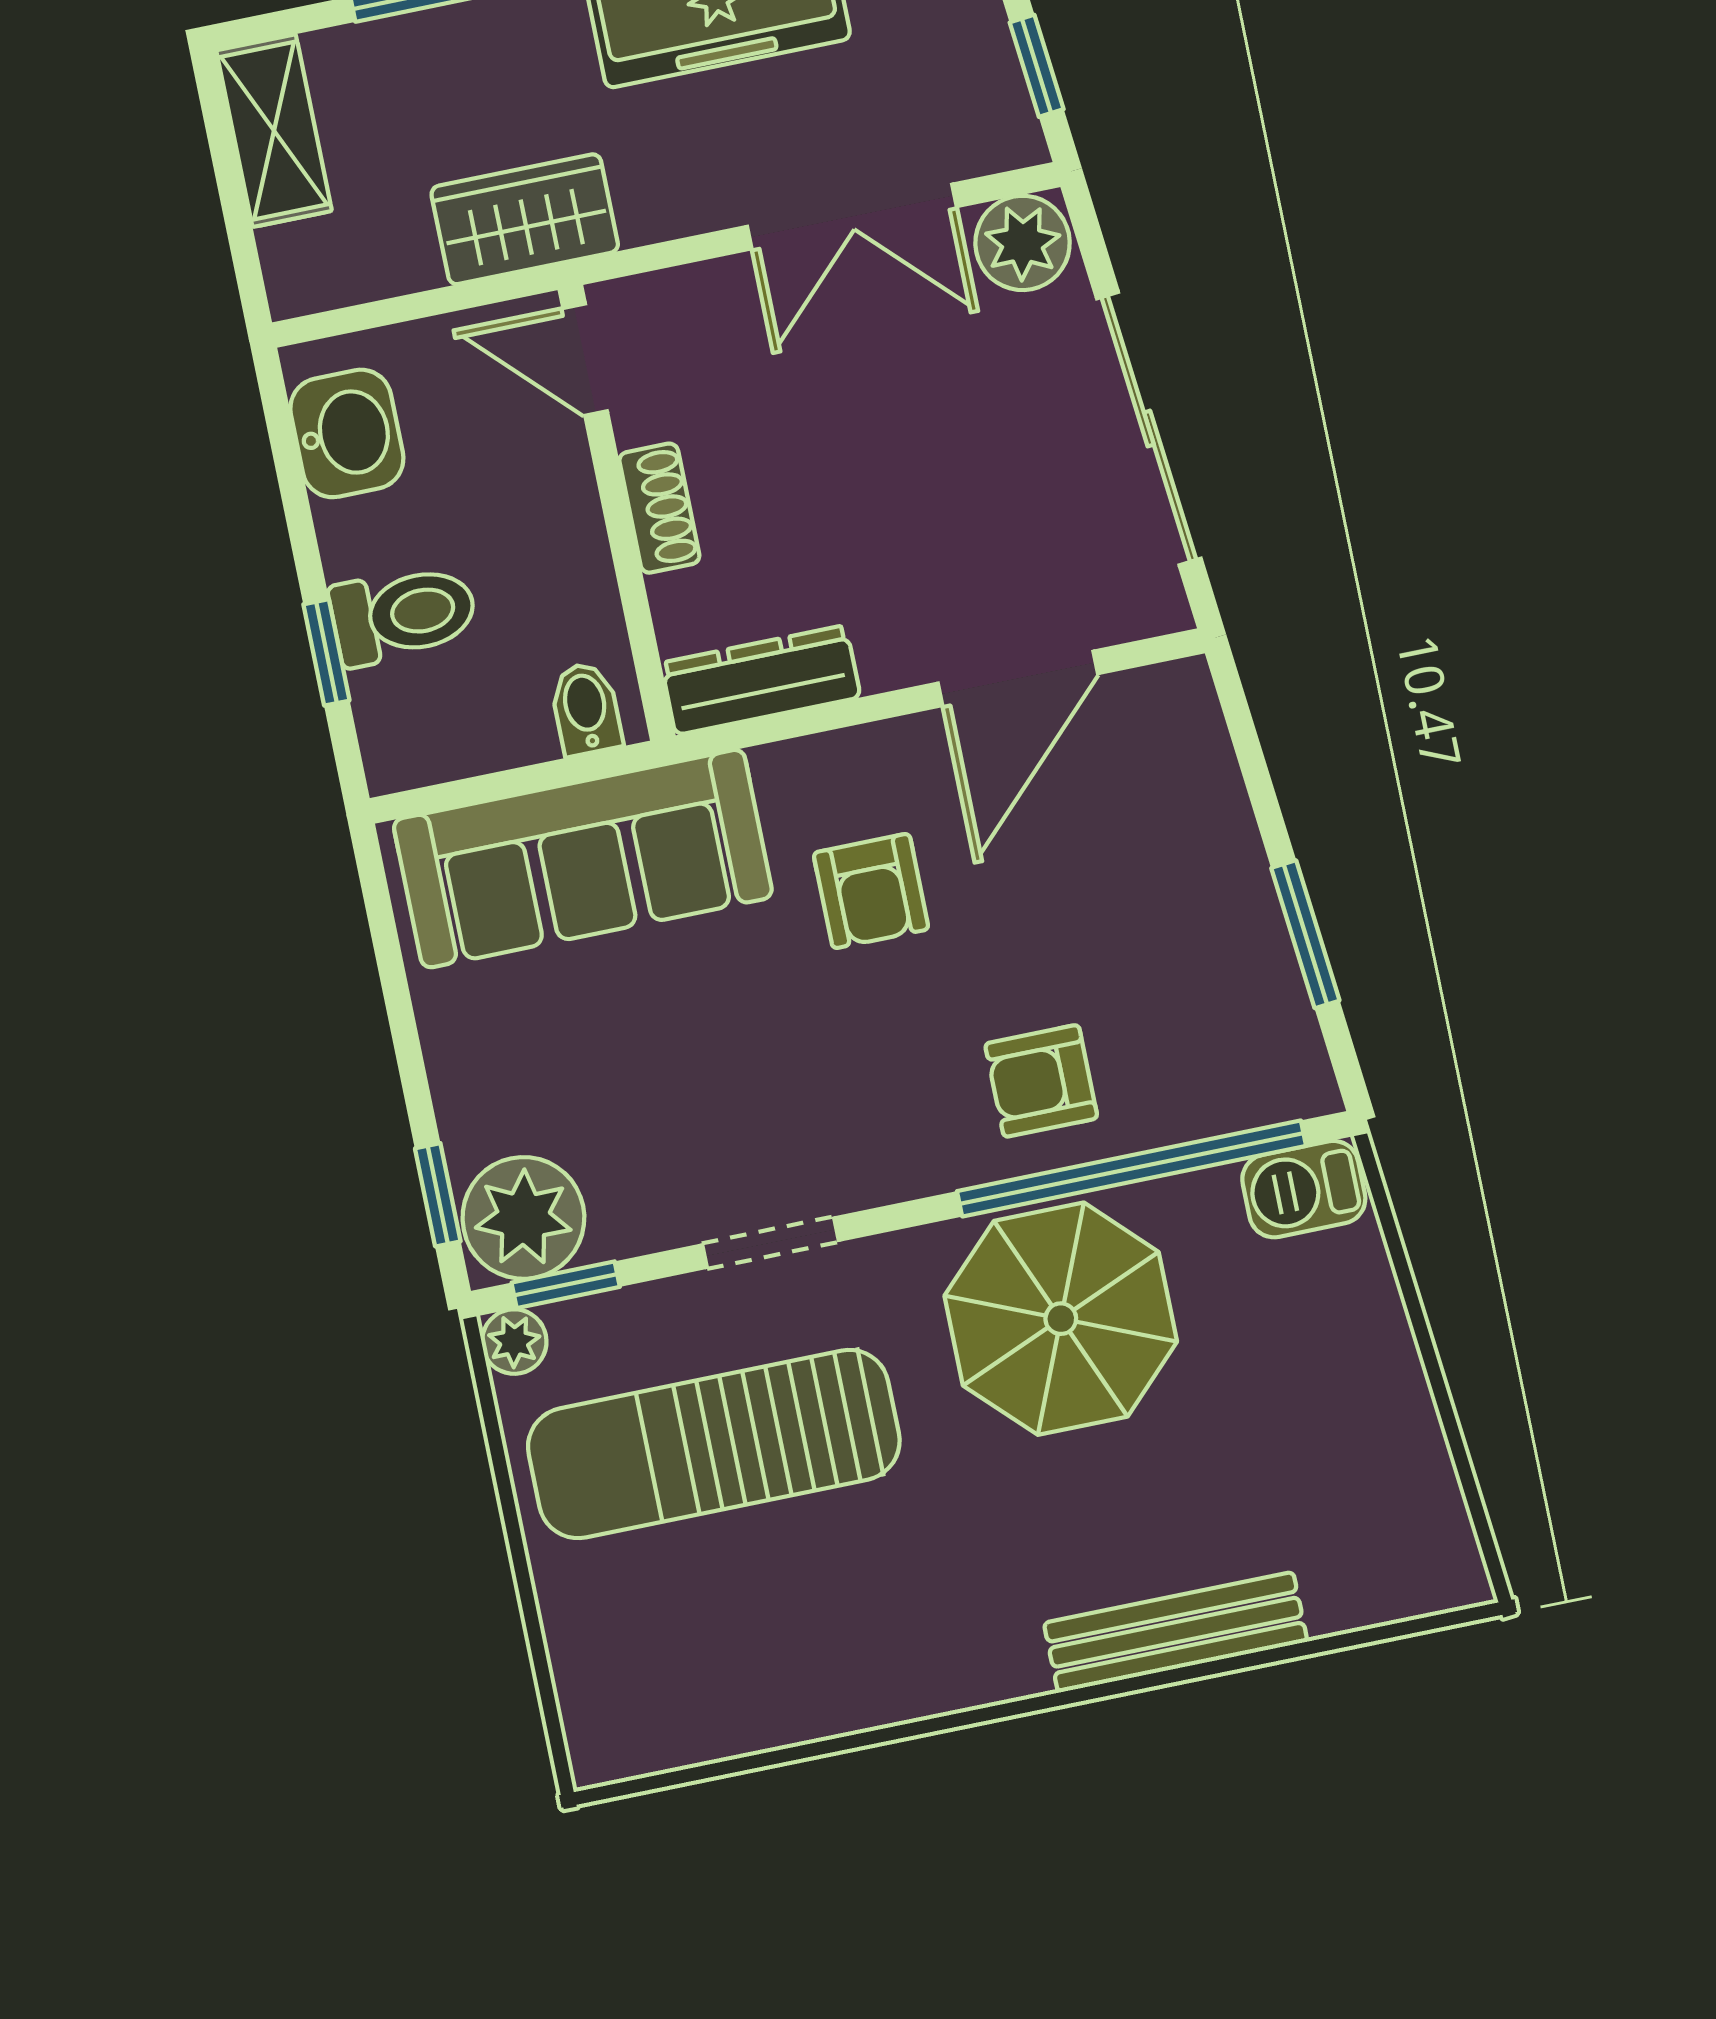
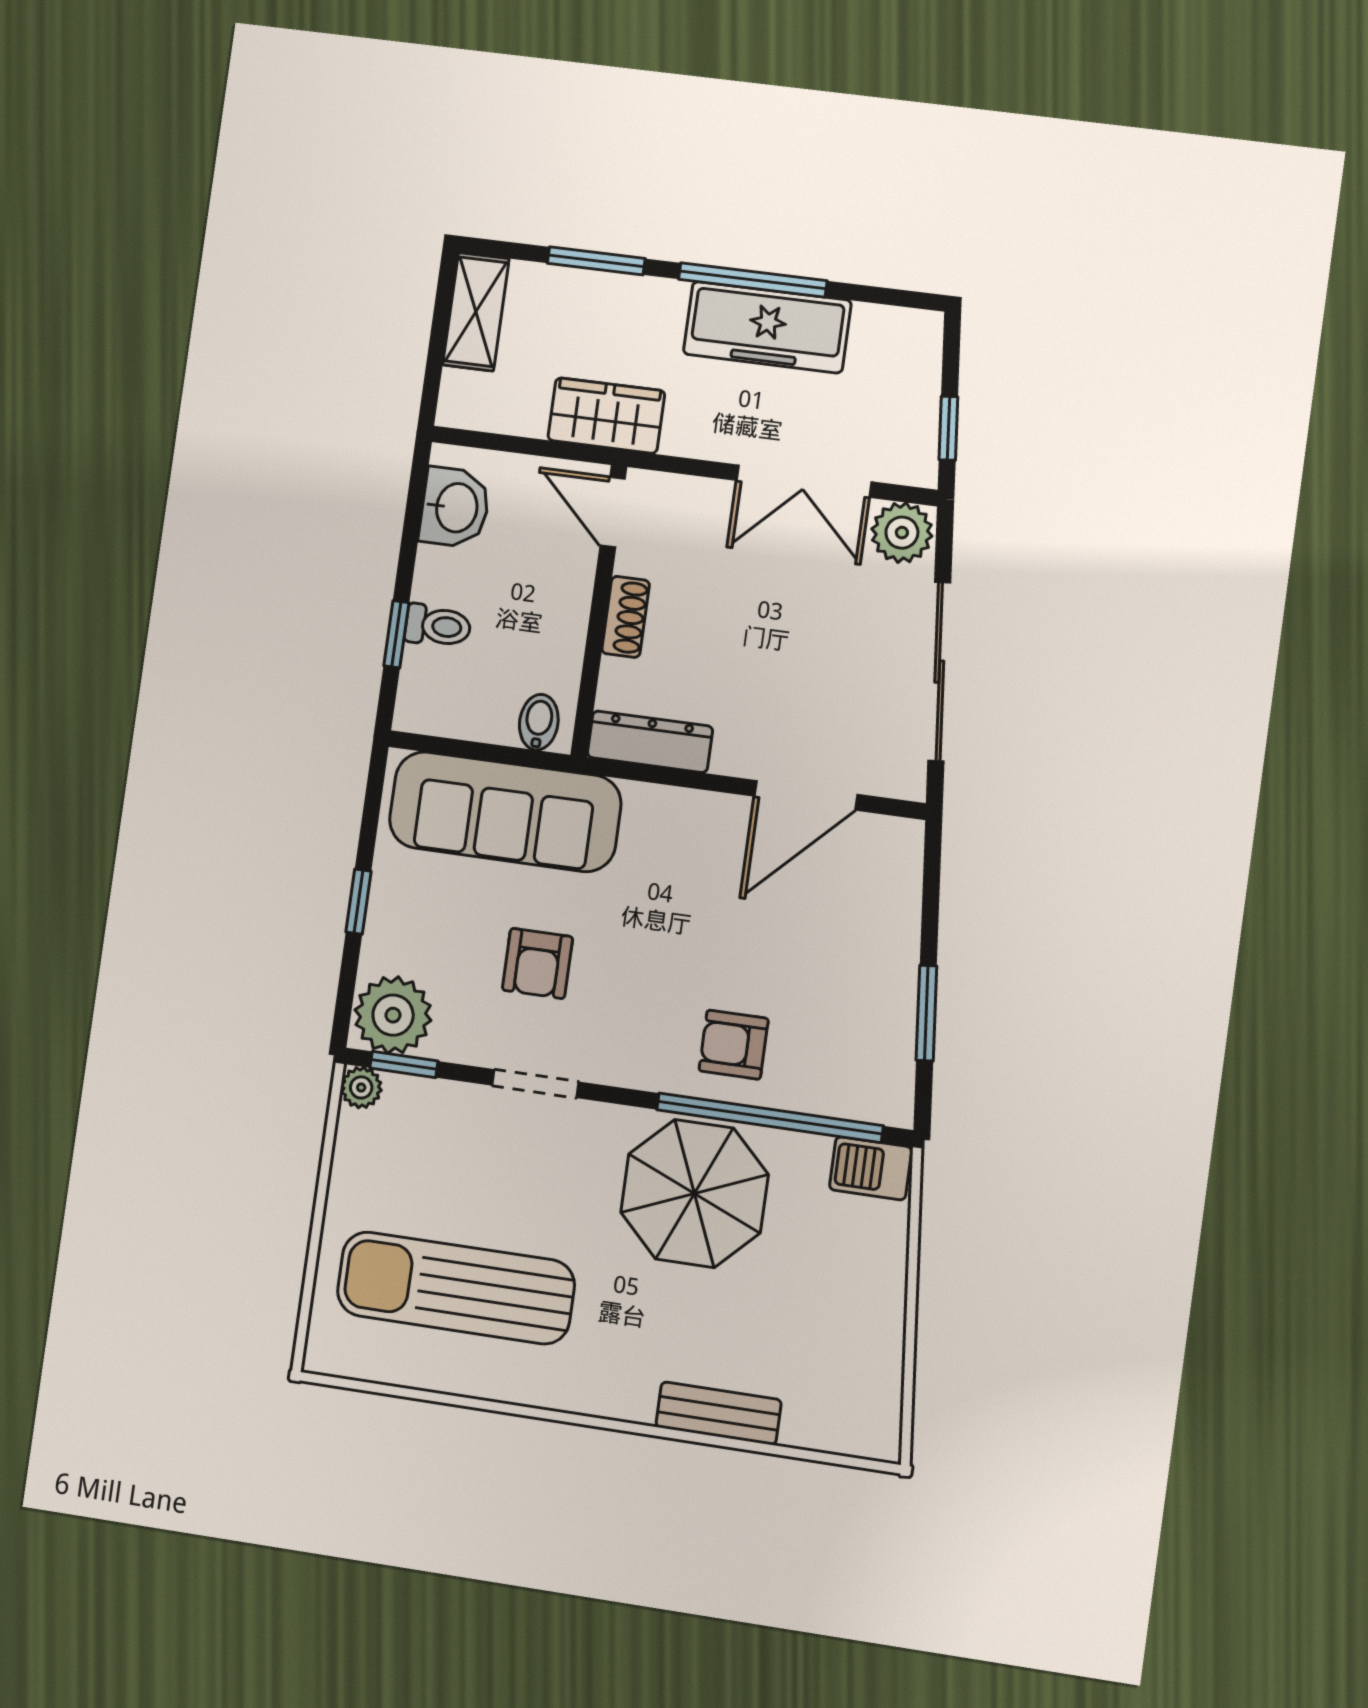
toilet: (403, 614) -> (438, 626), width x0.73, depth x0.72
armchair: (871, 891) -> (537, 963), moved
window: (438, 1195) -> (359, 902), moved
sun lounger: (714, 1444) -> (456, 1288), moved
bench: (1176, 1632) -> (719, 1413), width x0.73

